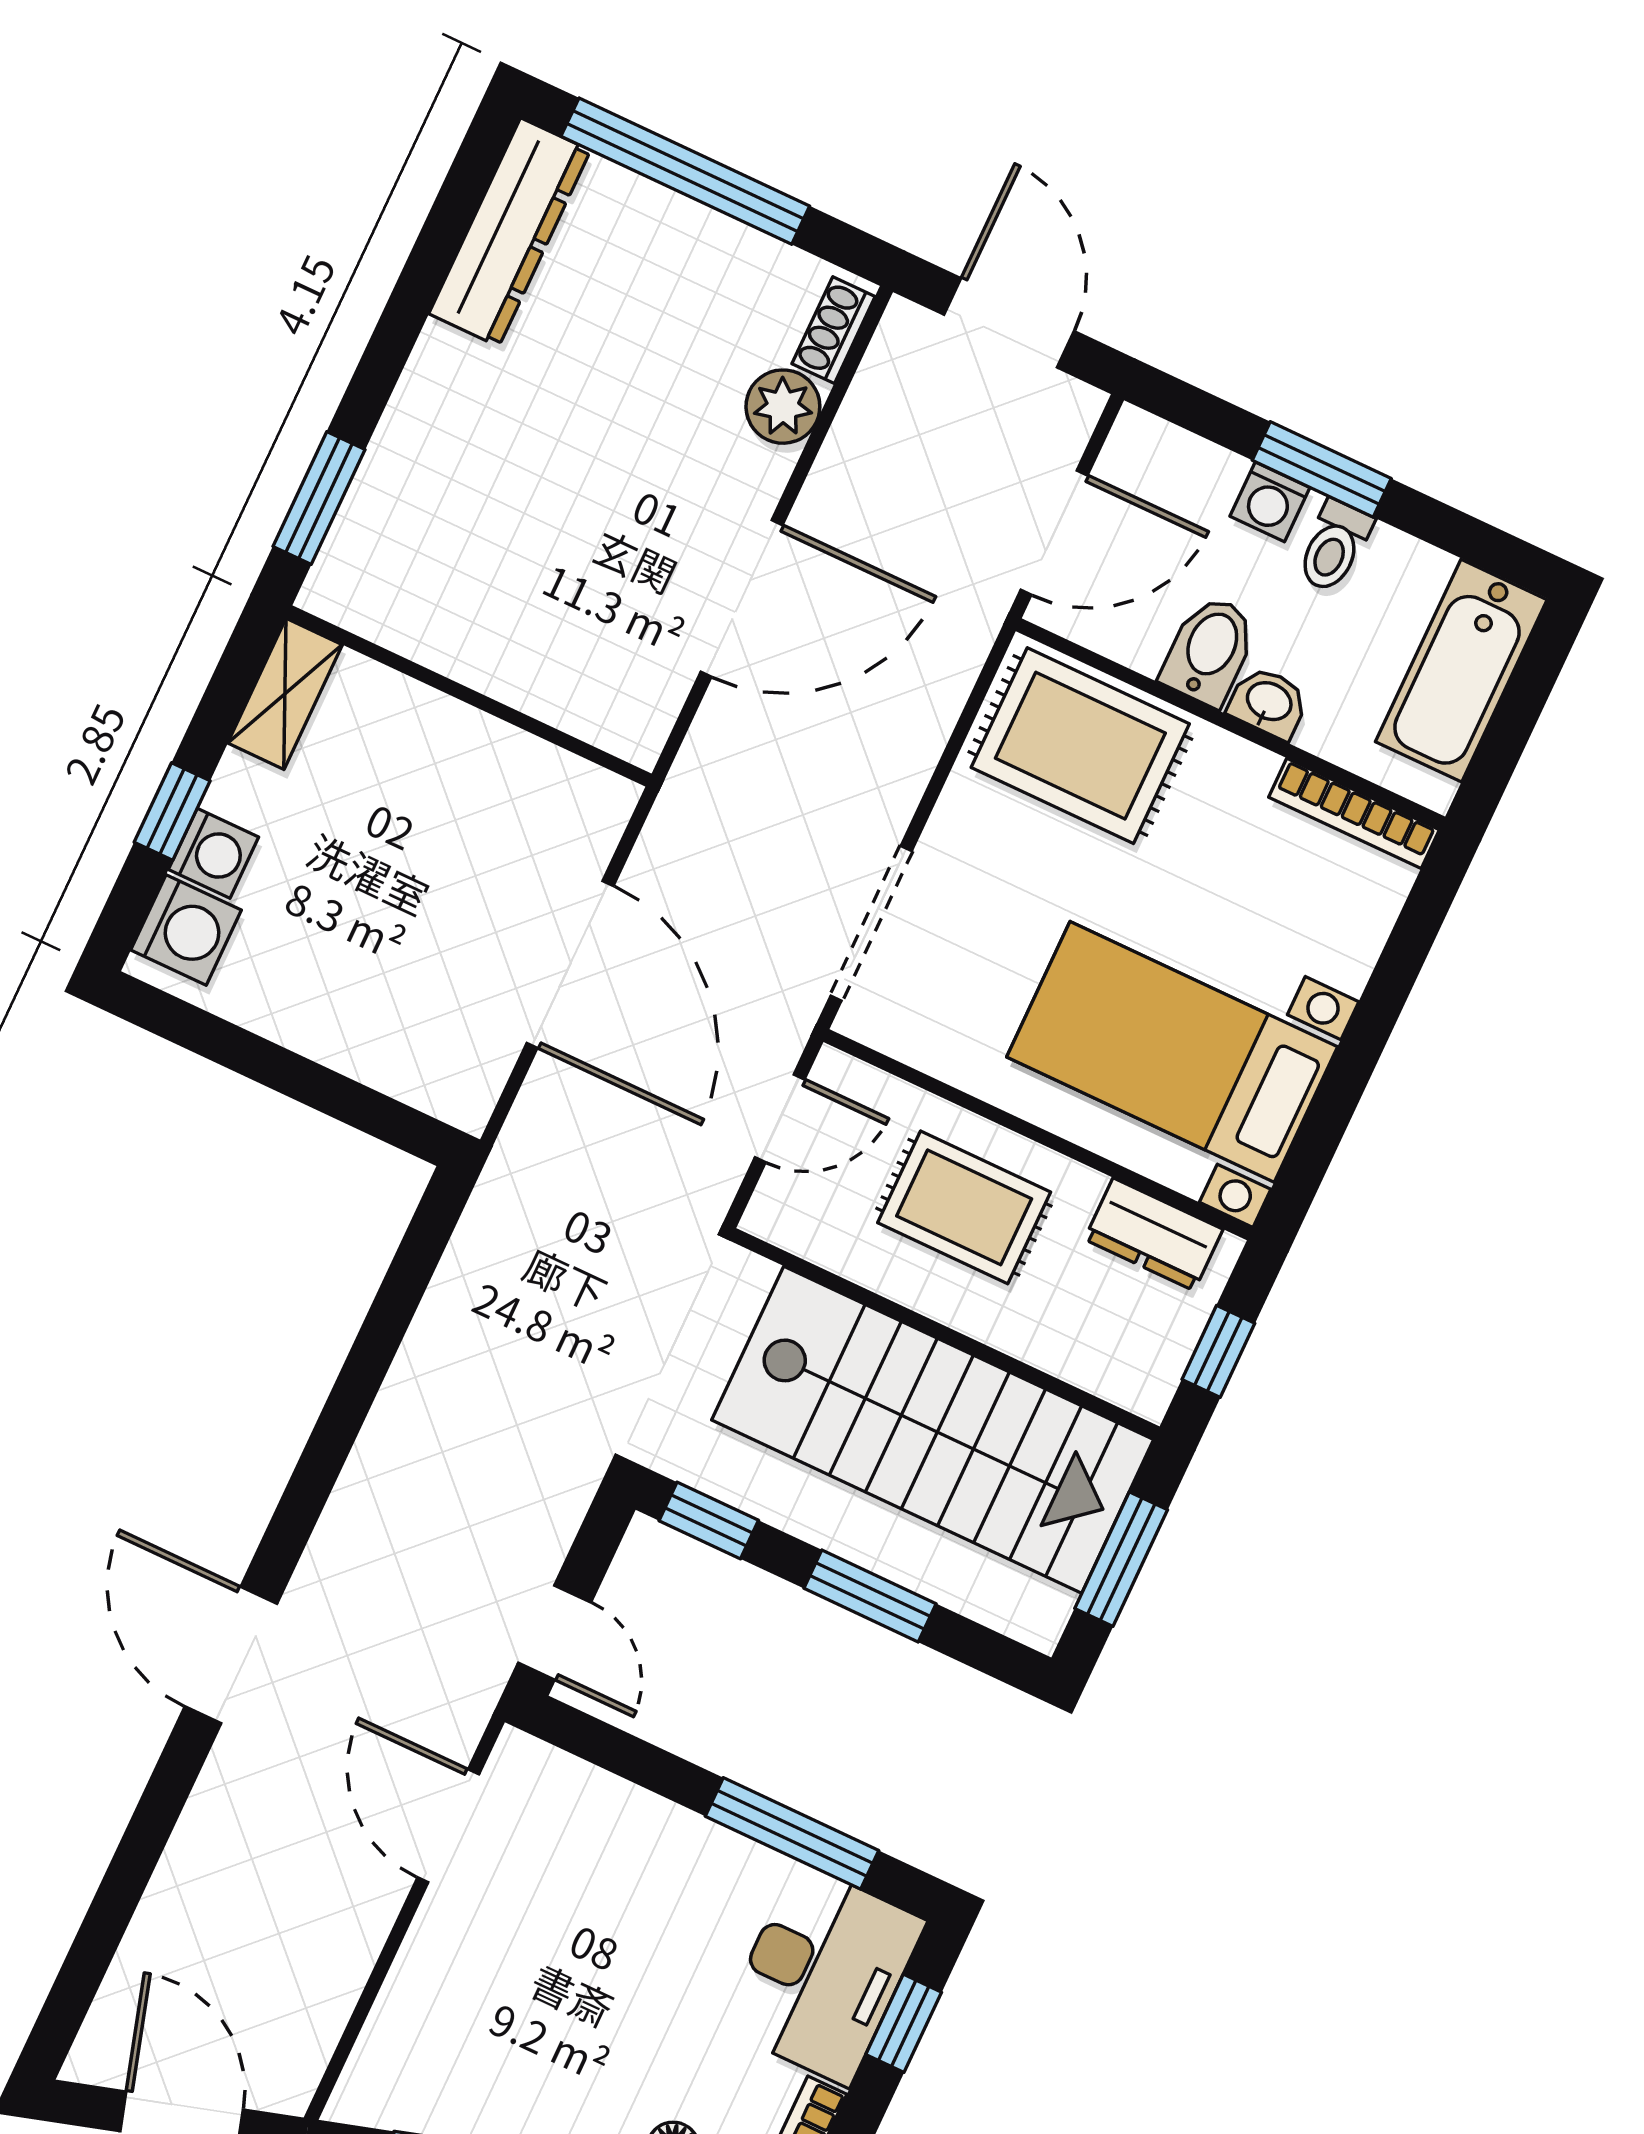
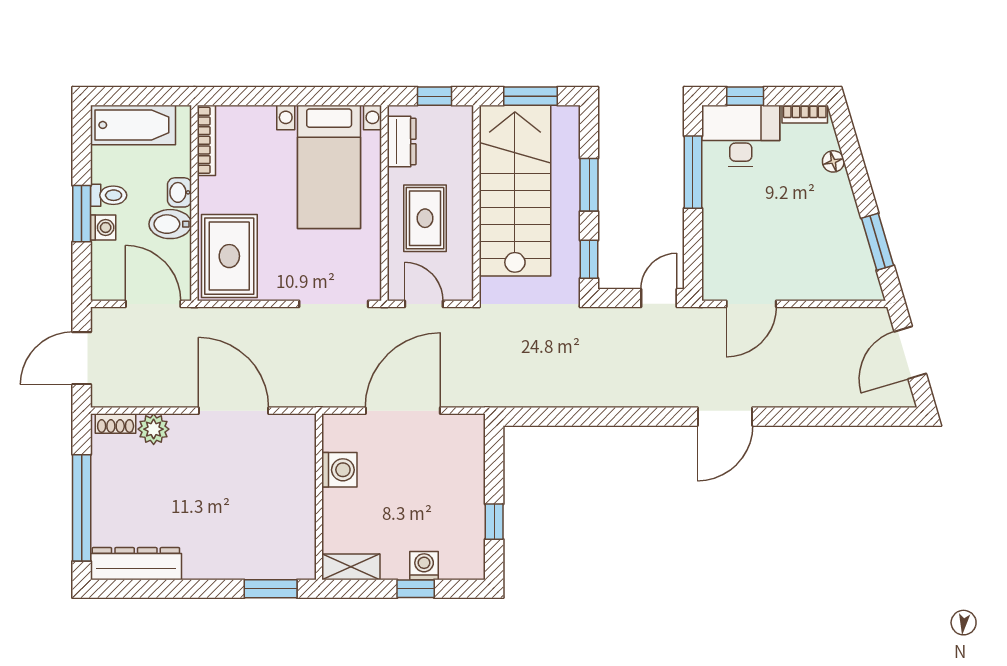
washing machine: (186, 930) -> (339, 470), moved, turned 90
window: (238, 1049) -> (494, 522), added

